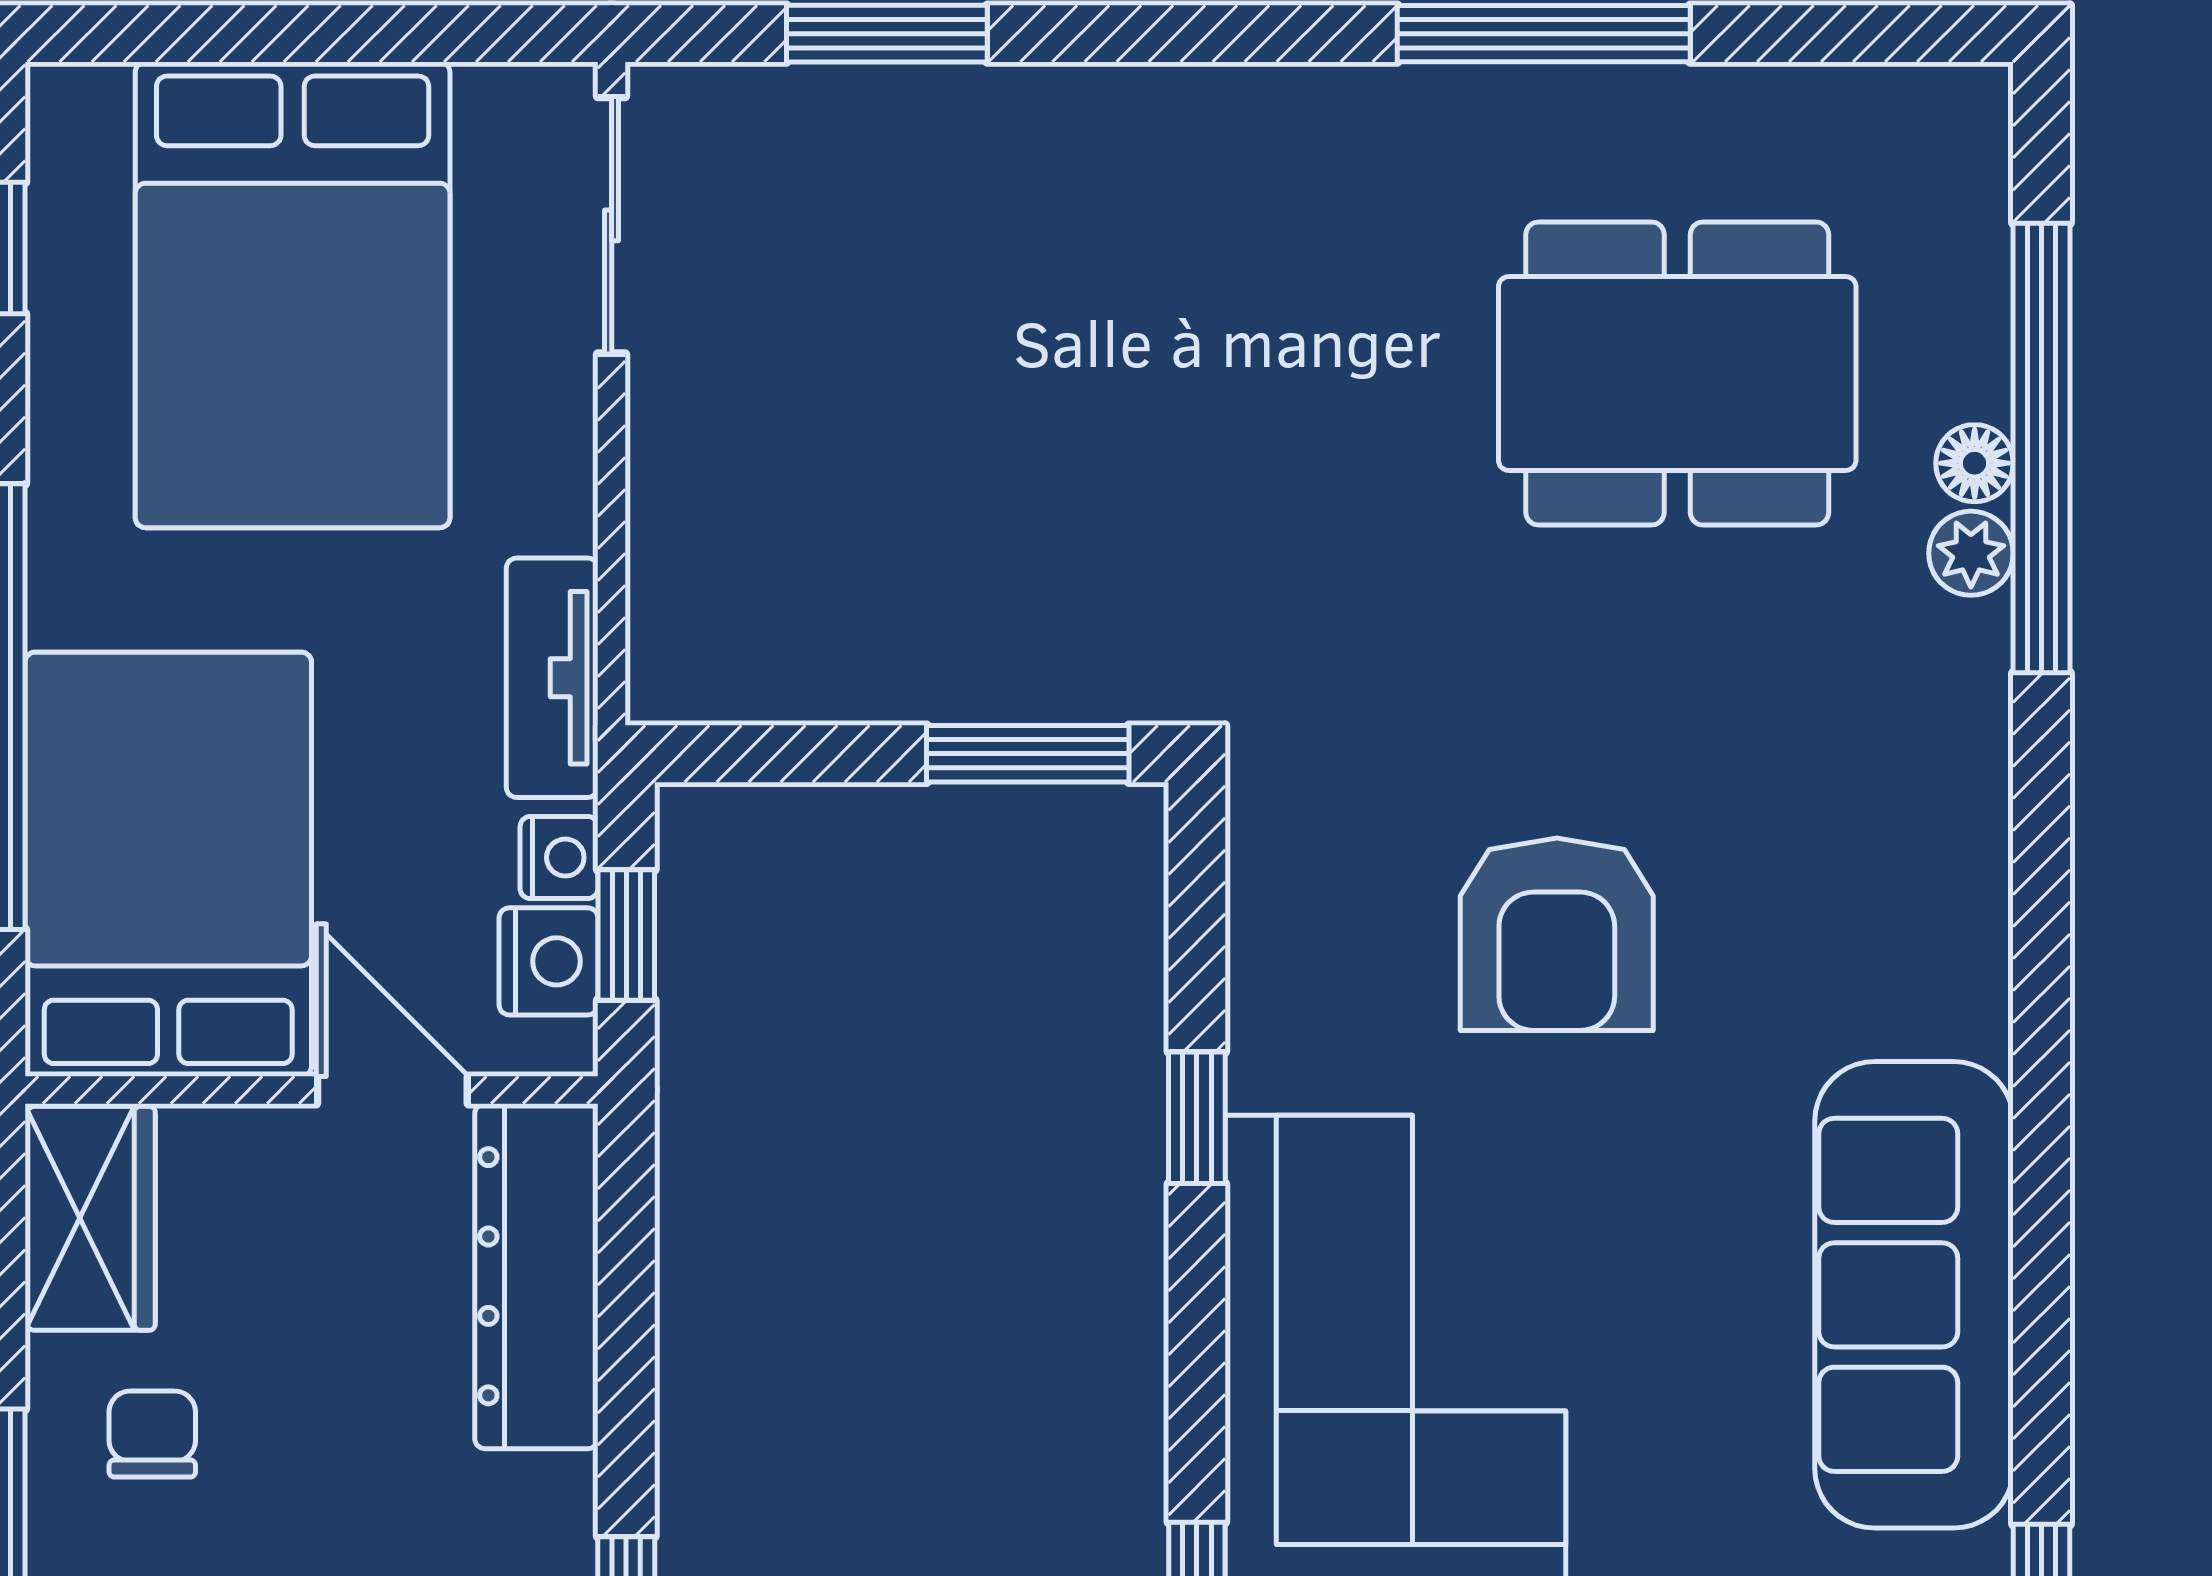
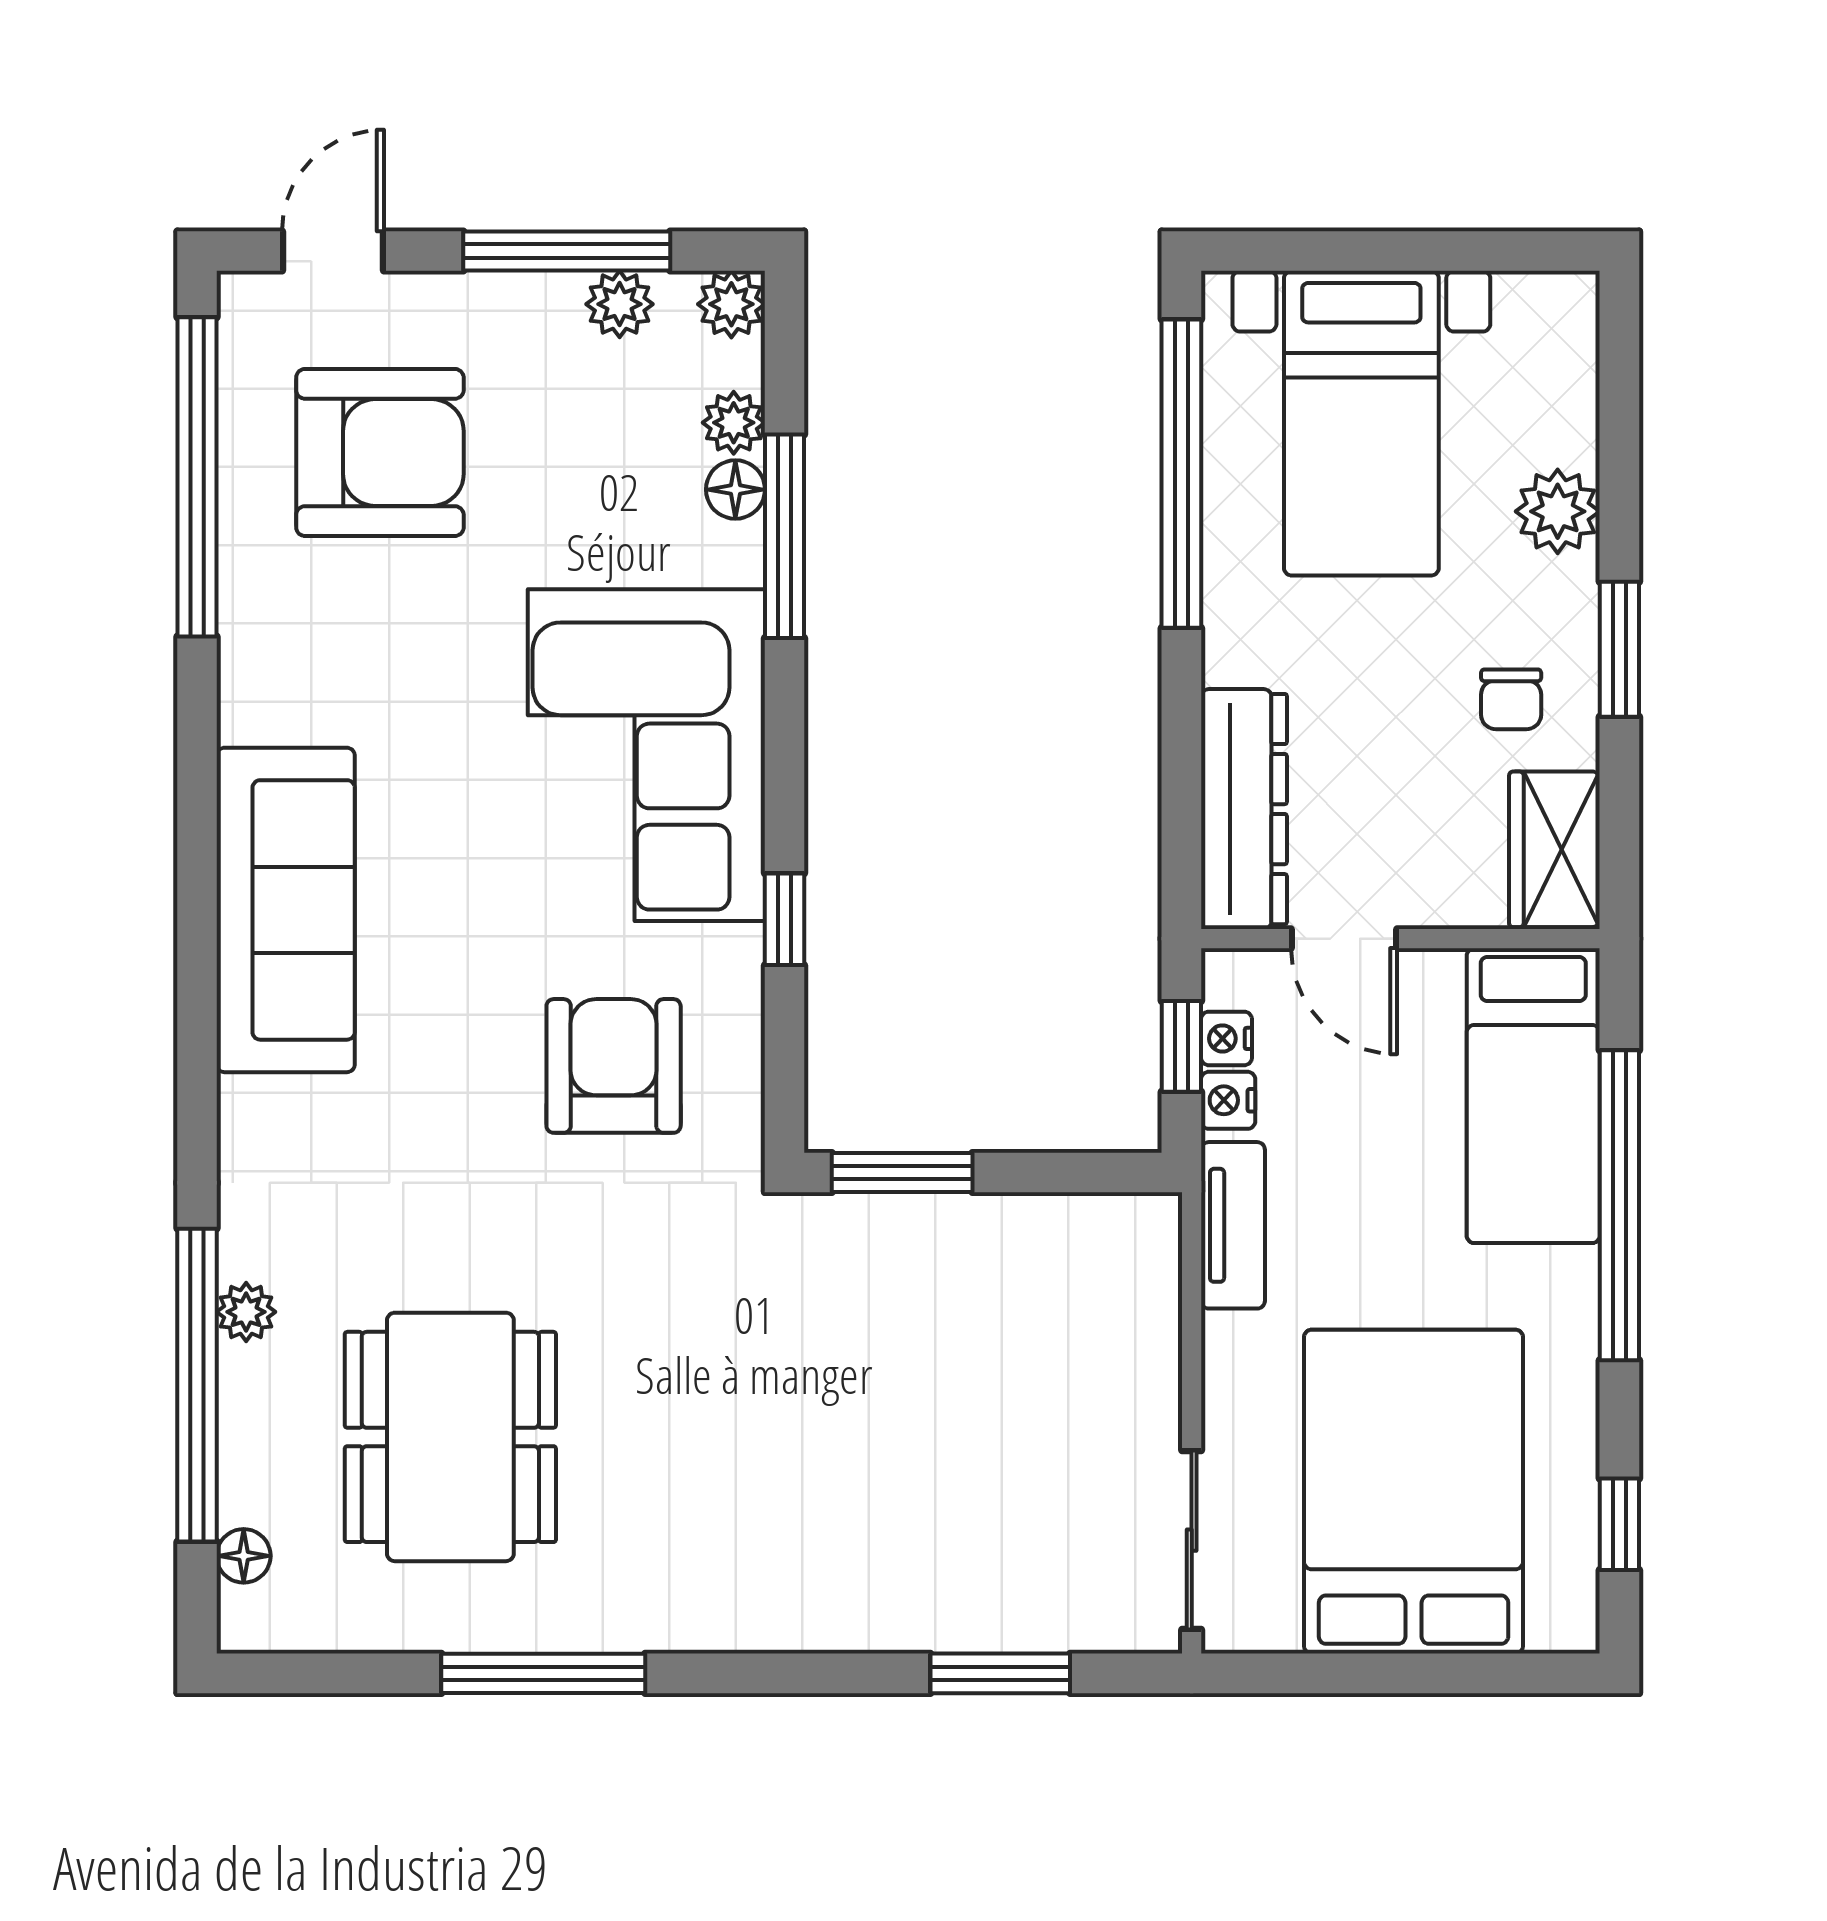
dining table: (1677, 373) -> (450, 1437), turned 90
floor lamp: (1975, 463) -> (244, 1556), moved
bed: (168, 864) -> (1533, 1096), width x0.67
armchair: (1557, 934) -> (614, 1066), moved
nightstand: (549, 961) -> (1226, 1038), width x0.72, depth x0.74
sofa: (1914, 1295) -> (286, 910), moved

